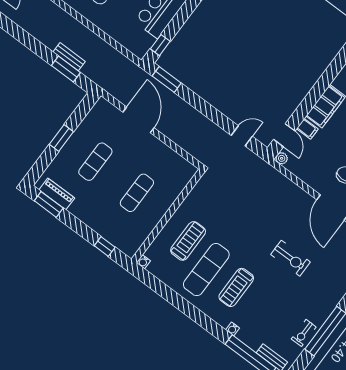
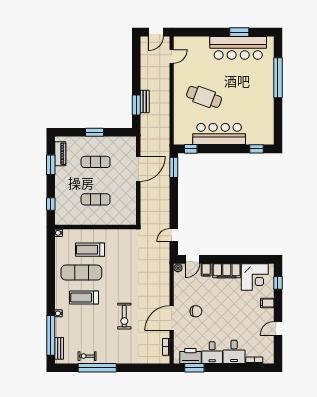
door: (242, 136) -> (174, 235), swing flipped
window: (49, 204) -> (51, 165), moved
treadmill: (188, 241) -> (90, 250), turned 180

